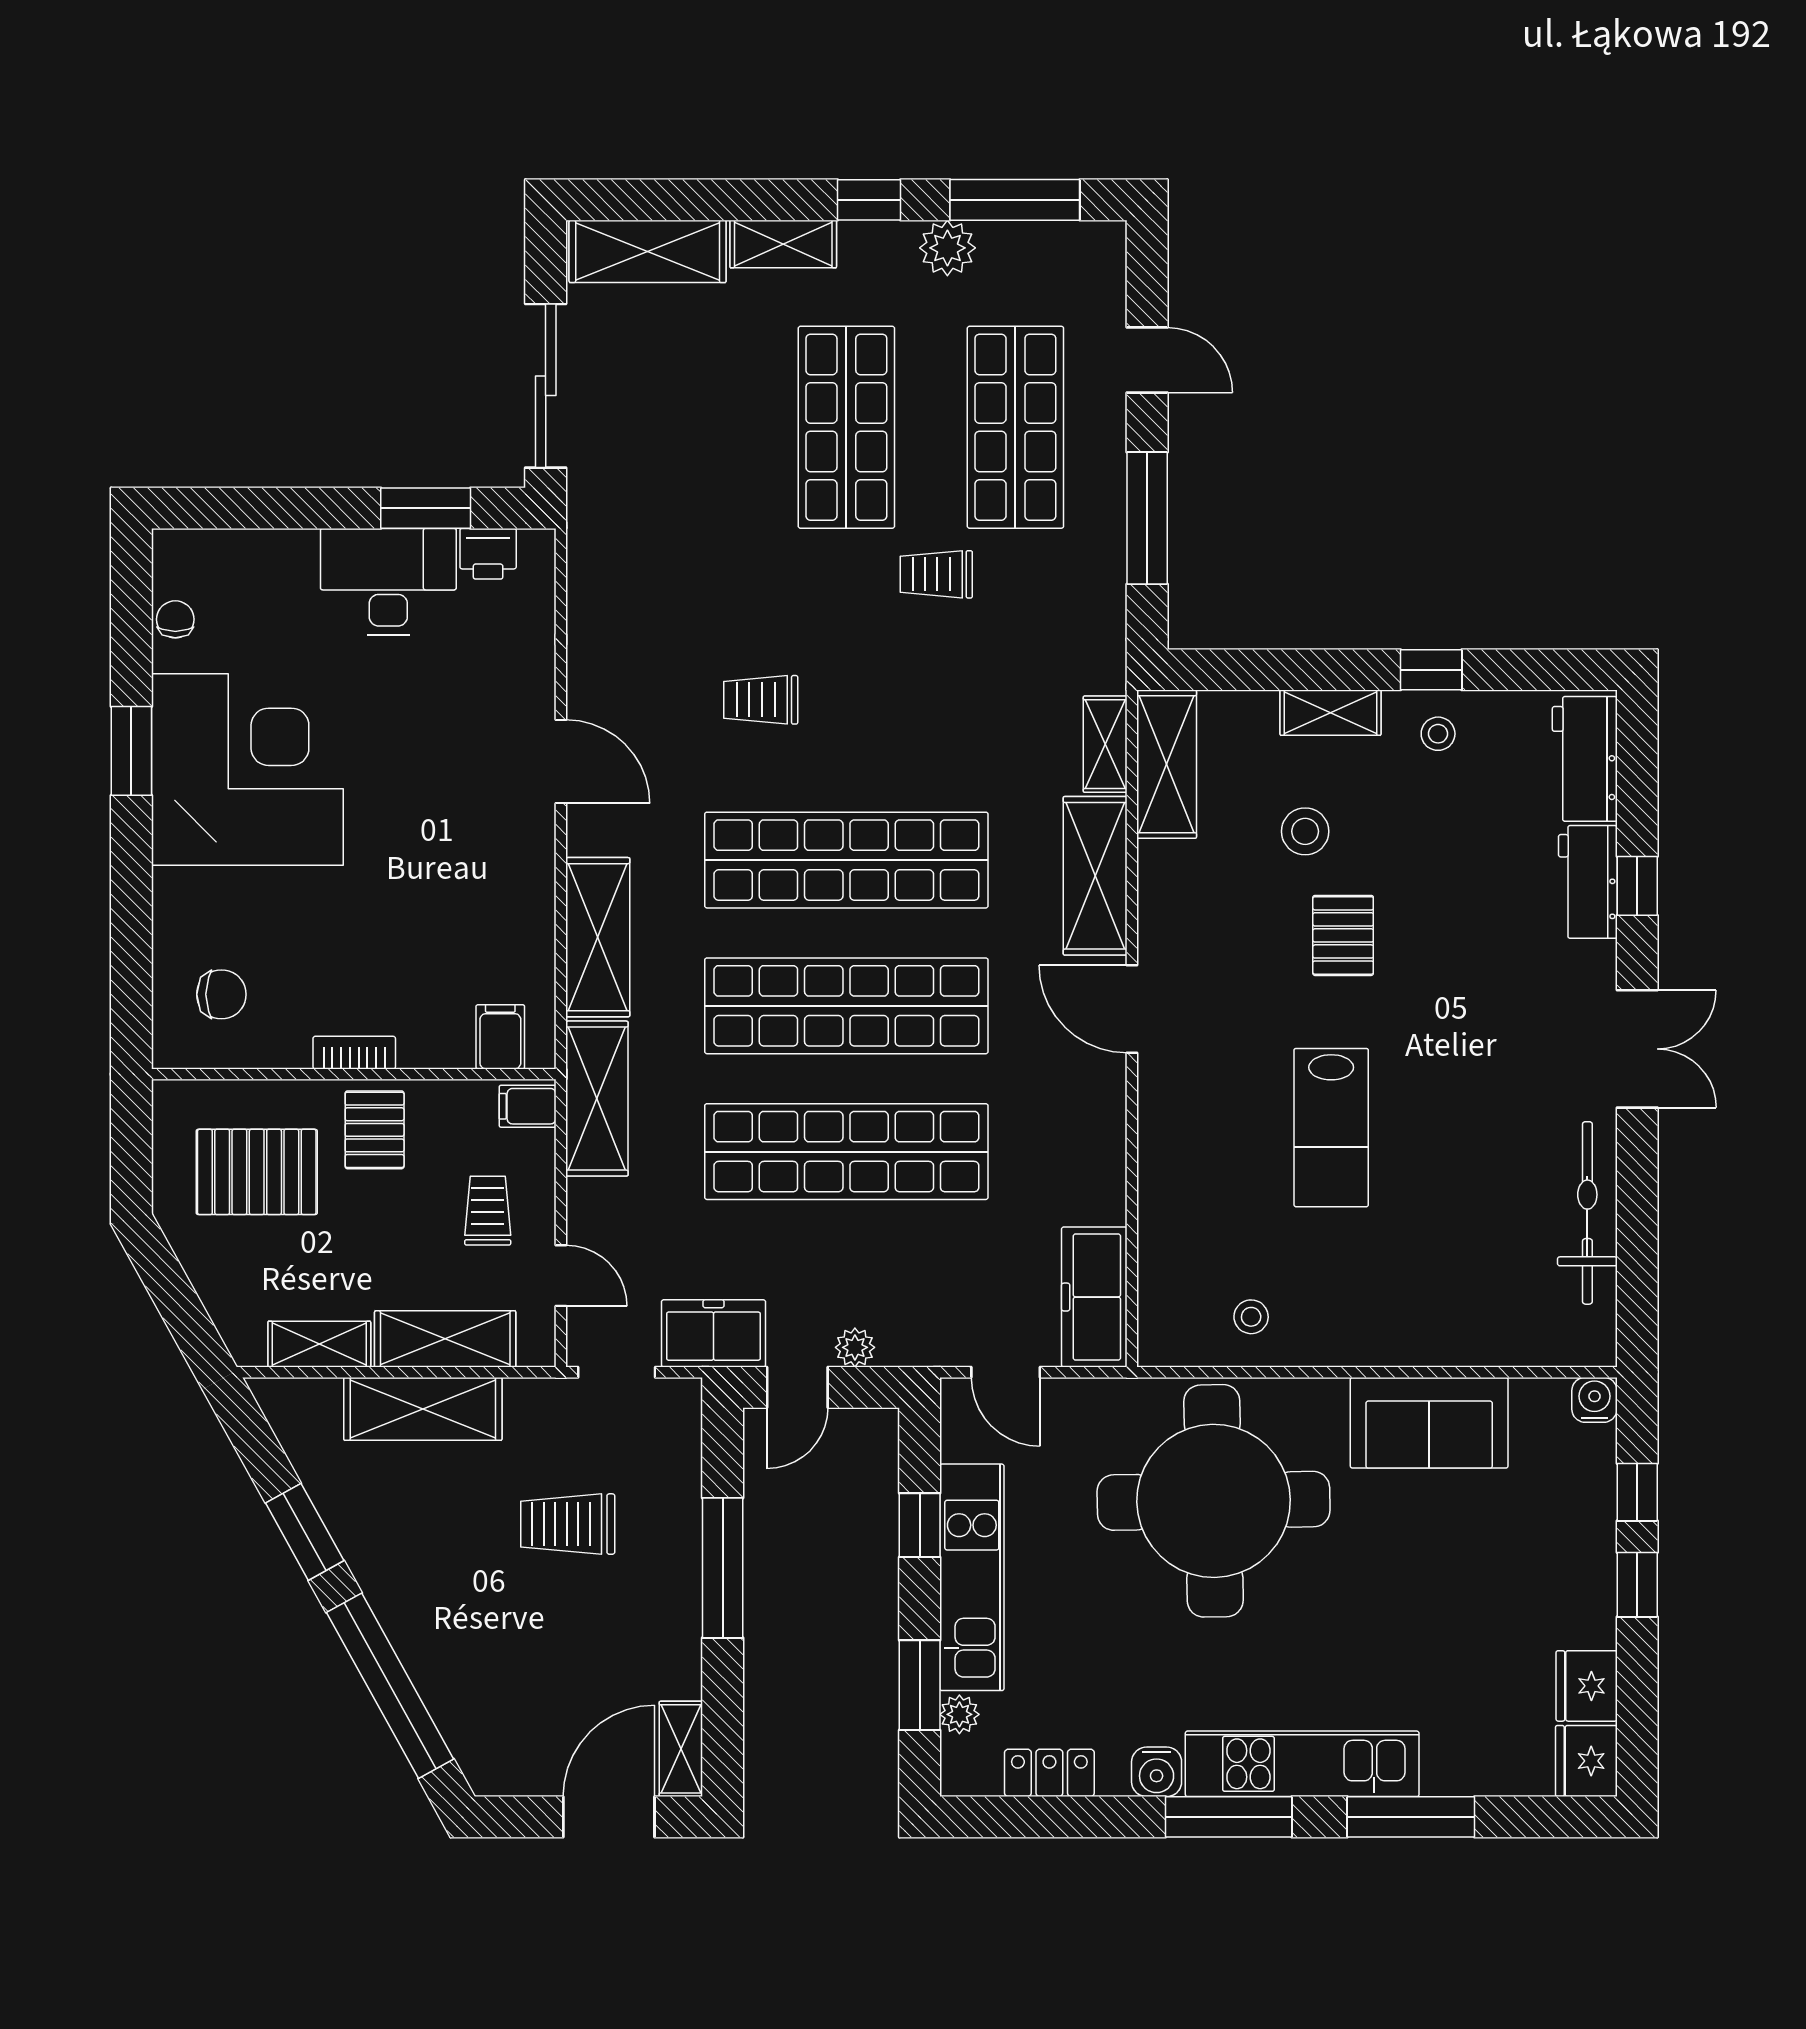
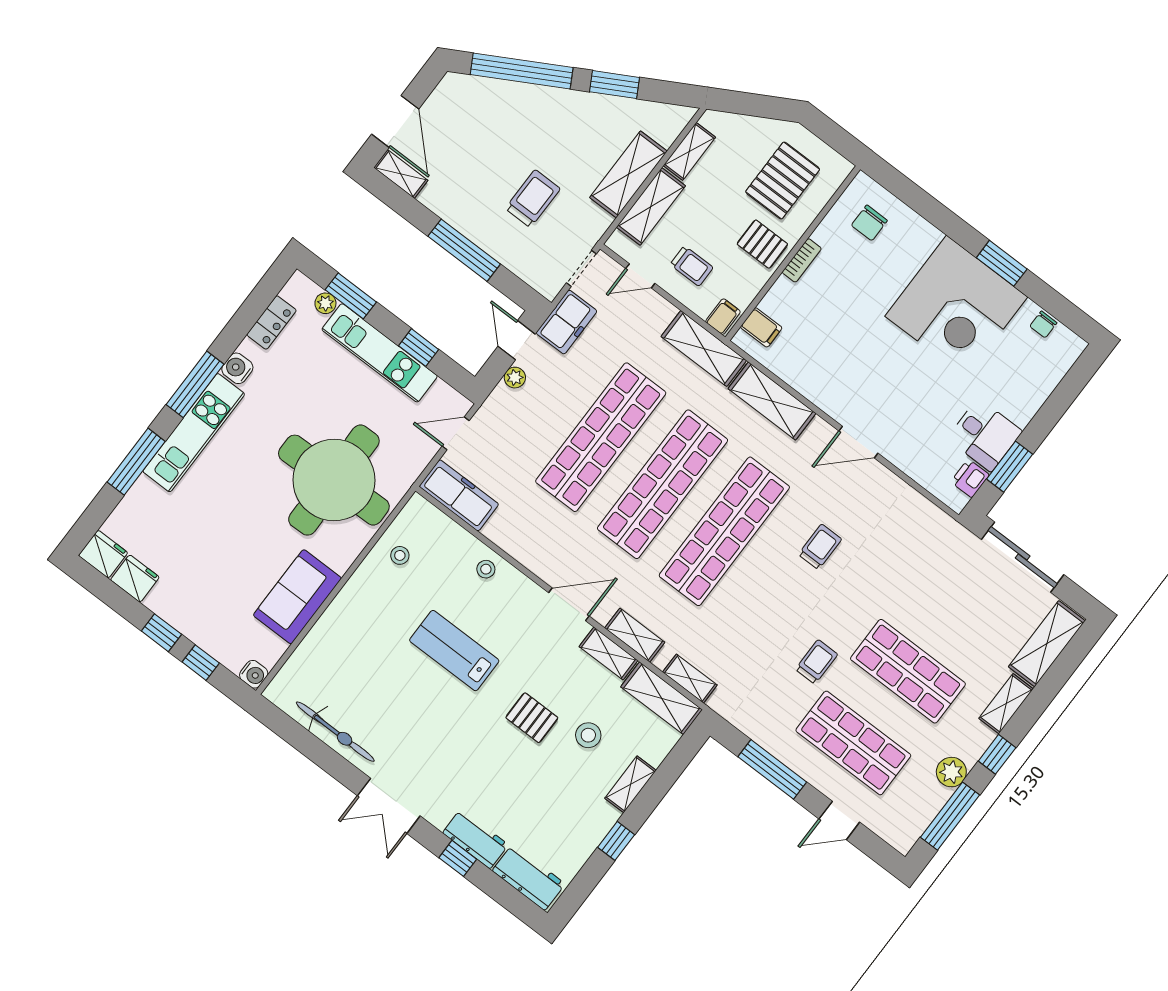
desk: (388, 581) -> (985, 435), width x0.73
chair: (175, 619) -> (1043, 324), turned 90
stool: (1438, 734) -> (486, 569), moved
shelving: (1095, 876) -> (635, 635), width x0.67, depth x0.75
shelving: (1160, 894) -> (608, 653), added

